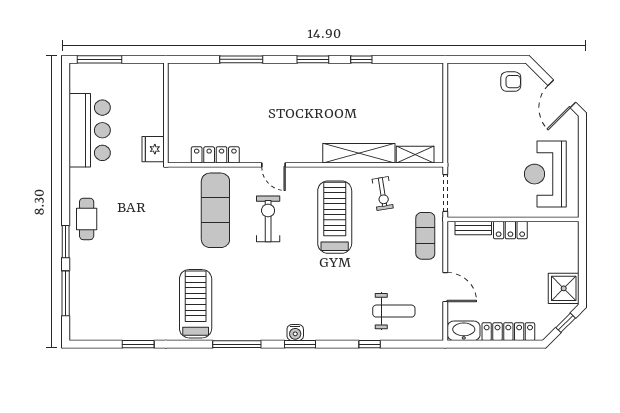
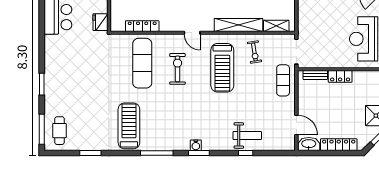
door: (273, 165) -> (192, 33), moved
treadmill: (335, 217) -> (222, 68), turned 180
cafe table: (87, 219) -> (60, 131), moved
door: (445, 287) -> (296, 125), moved
window: (66, 293) -> (42, 129), moved
weight bench: (394, 311) -> (247, 136), moved

